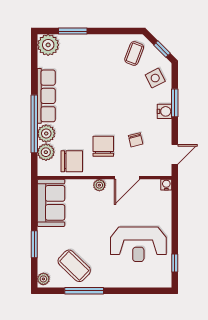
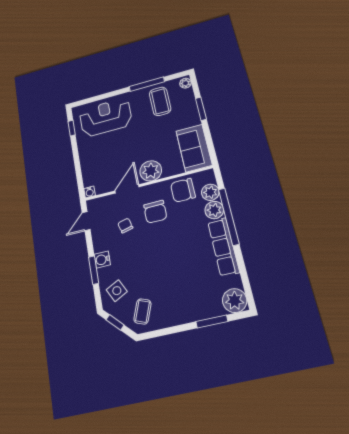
plant: (99, 185) -> (151, 171), width x1.87, depth x1.87
reception desk: (138, 244) -> (106, 117), moved
coffee table: (74, 266) -> (160, 101), turned 46

